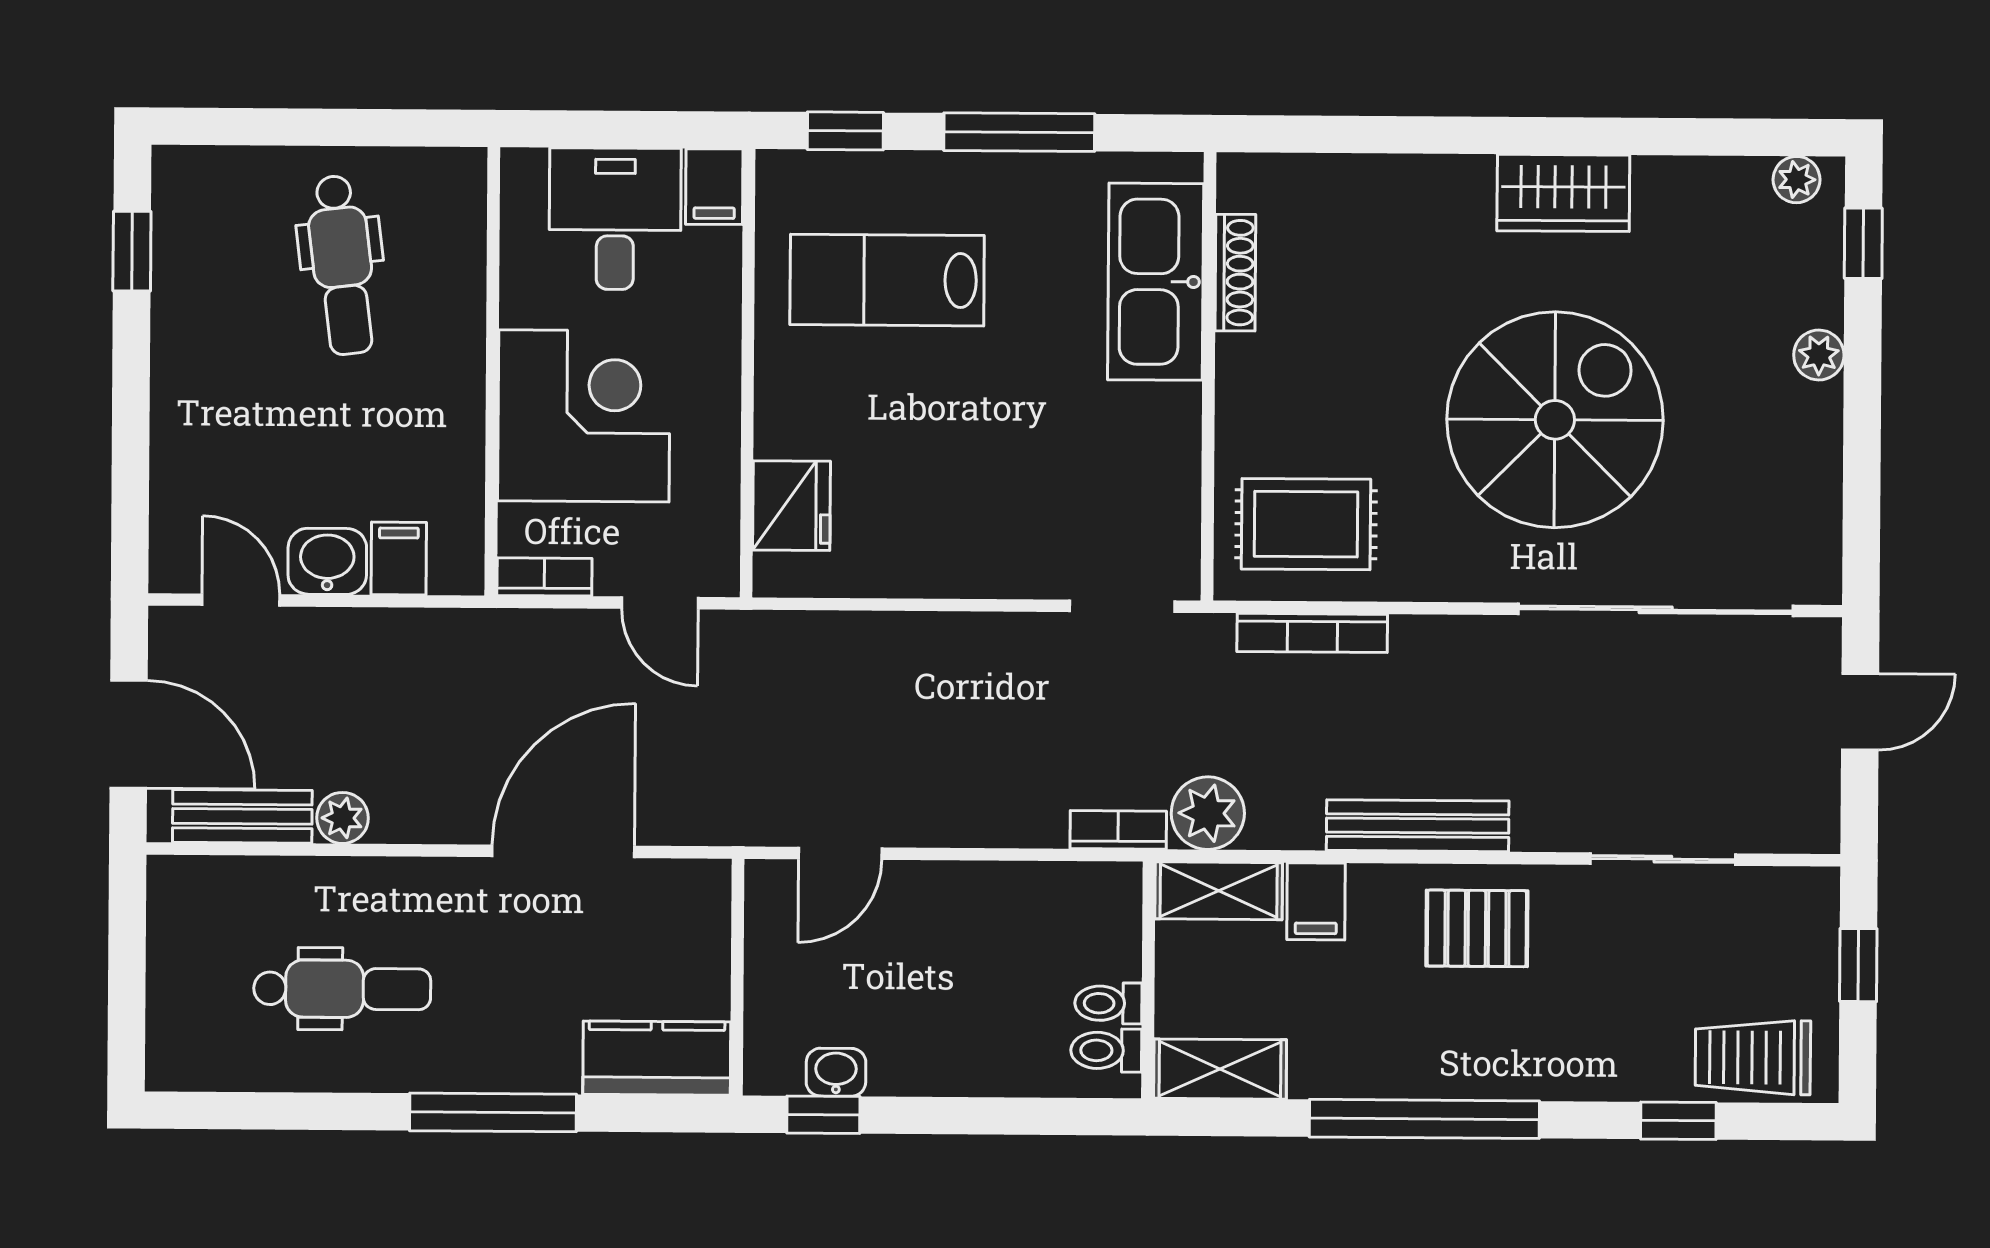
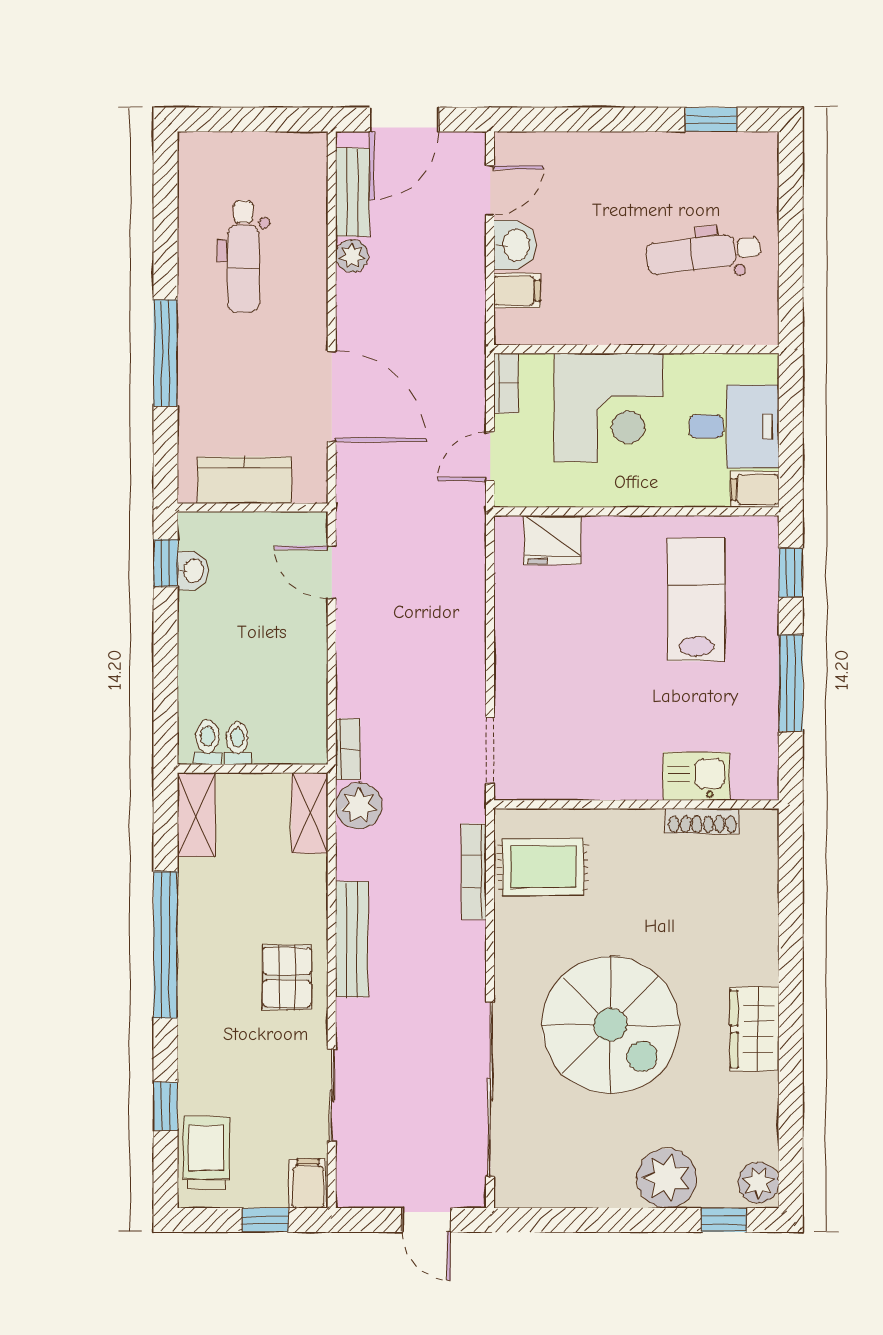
plant: (1797, 180) -> (759, 1183), width x1.38, depth x1.38
kitchen sink: (1156, 282) -> (696, 776), width x0.53, depth x0.81
plant: (1819, 355) -> (667, 1178), width x1.87, depth x1.87
rug: (1306, 524) -> (543, 867), turned 90
filing cabinet: (1316, 901) -> (308, 1184), moved, turned 90
kitchen counter: (657, 1058) -> (245, 480), moved, turned -90

